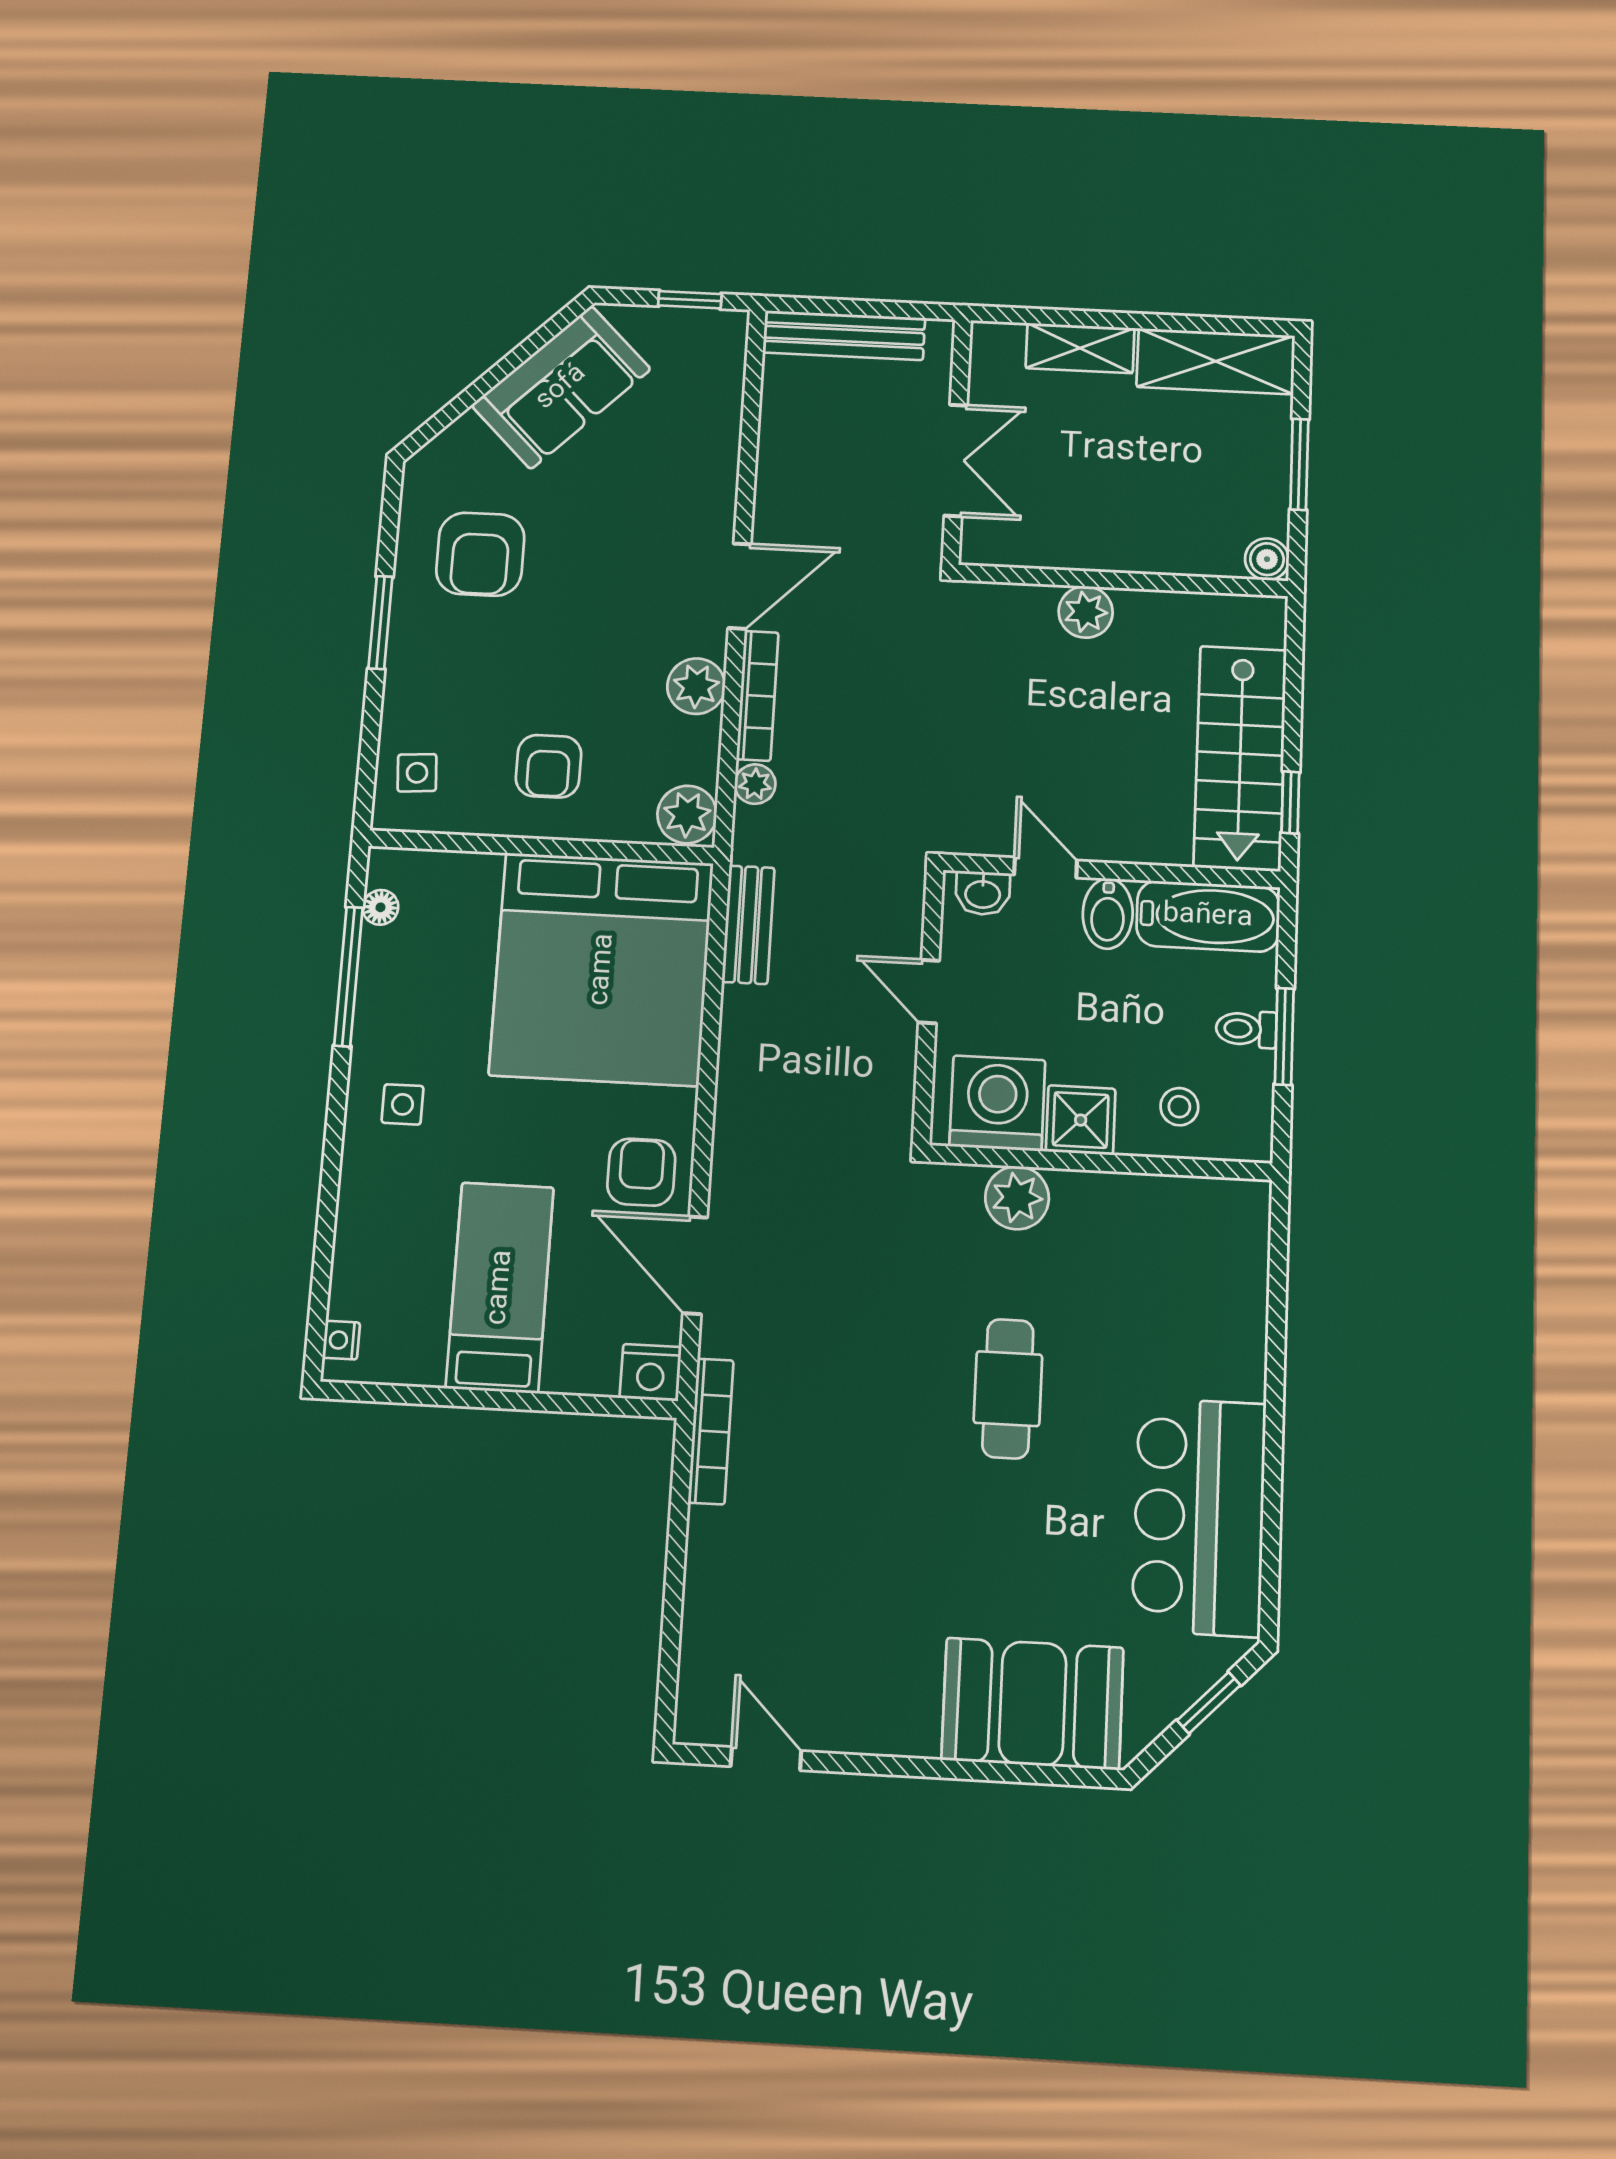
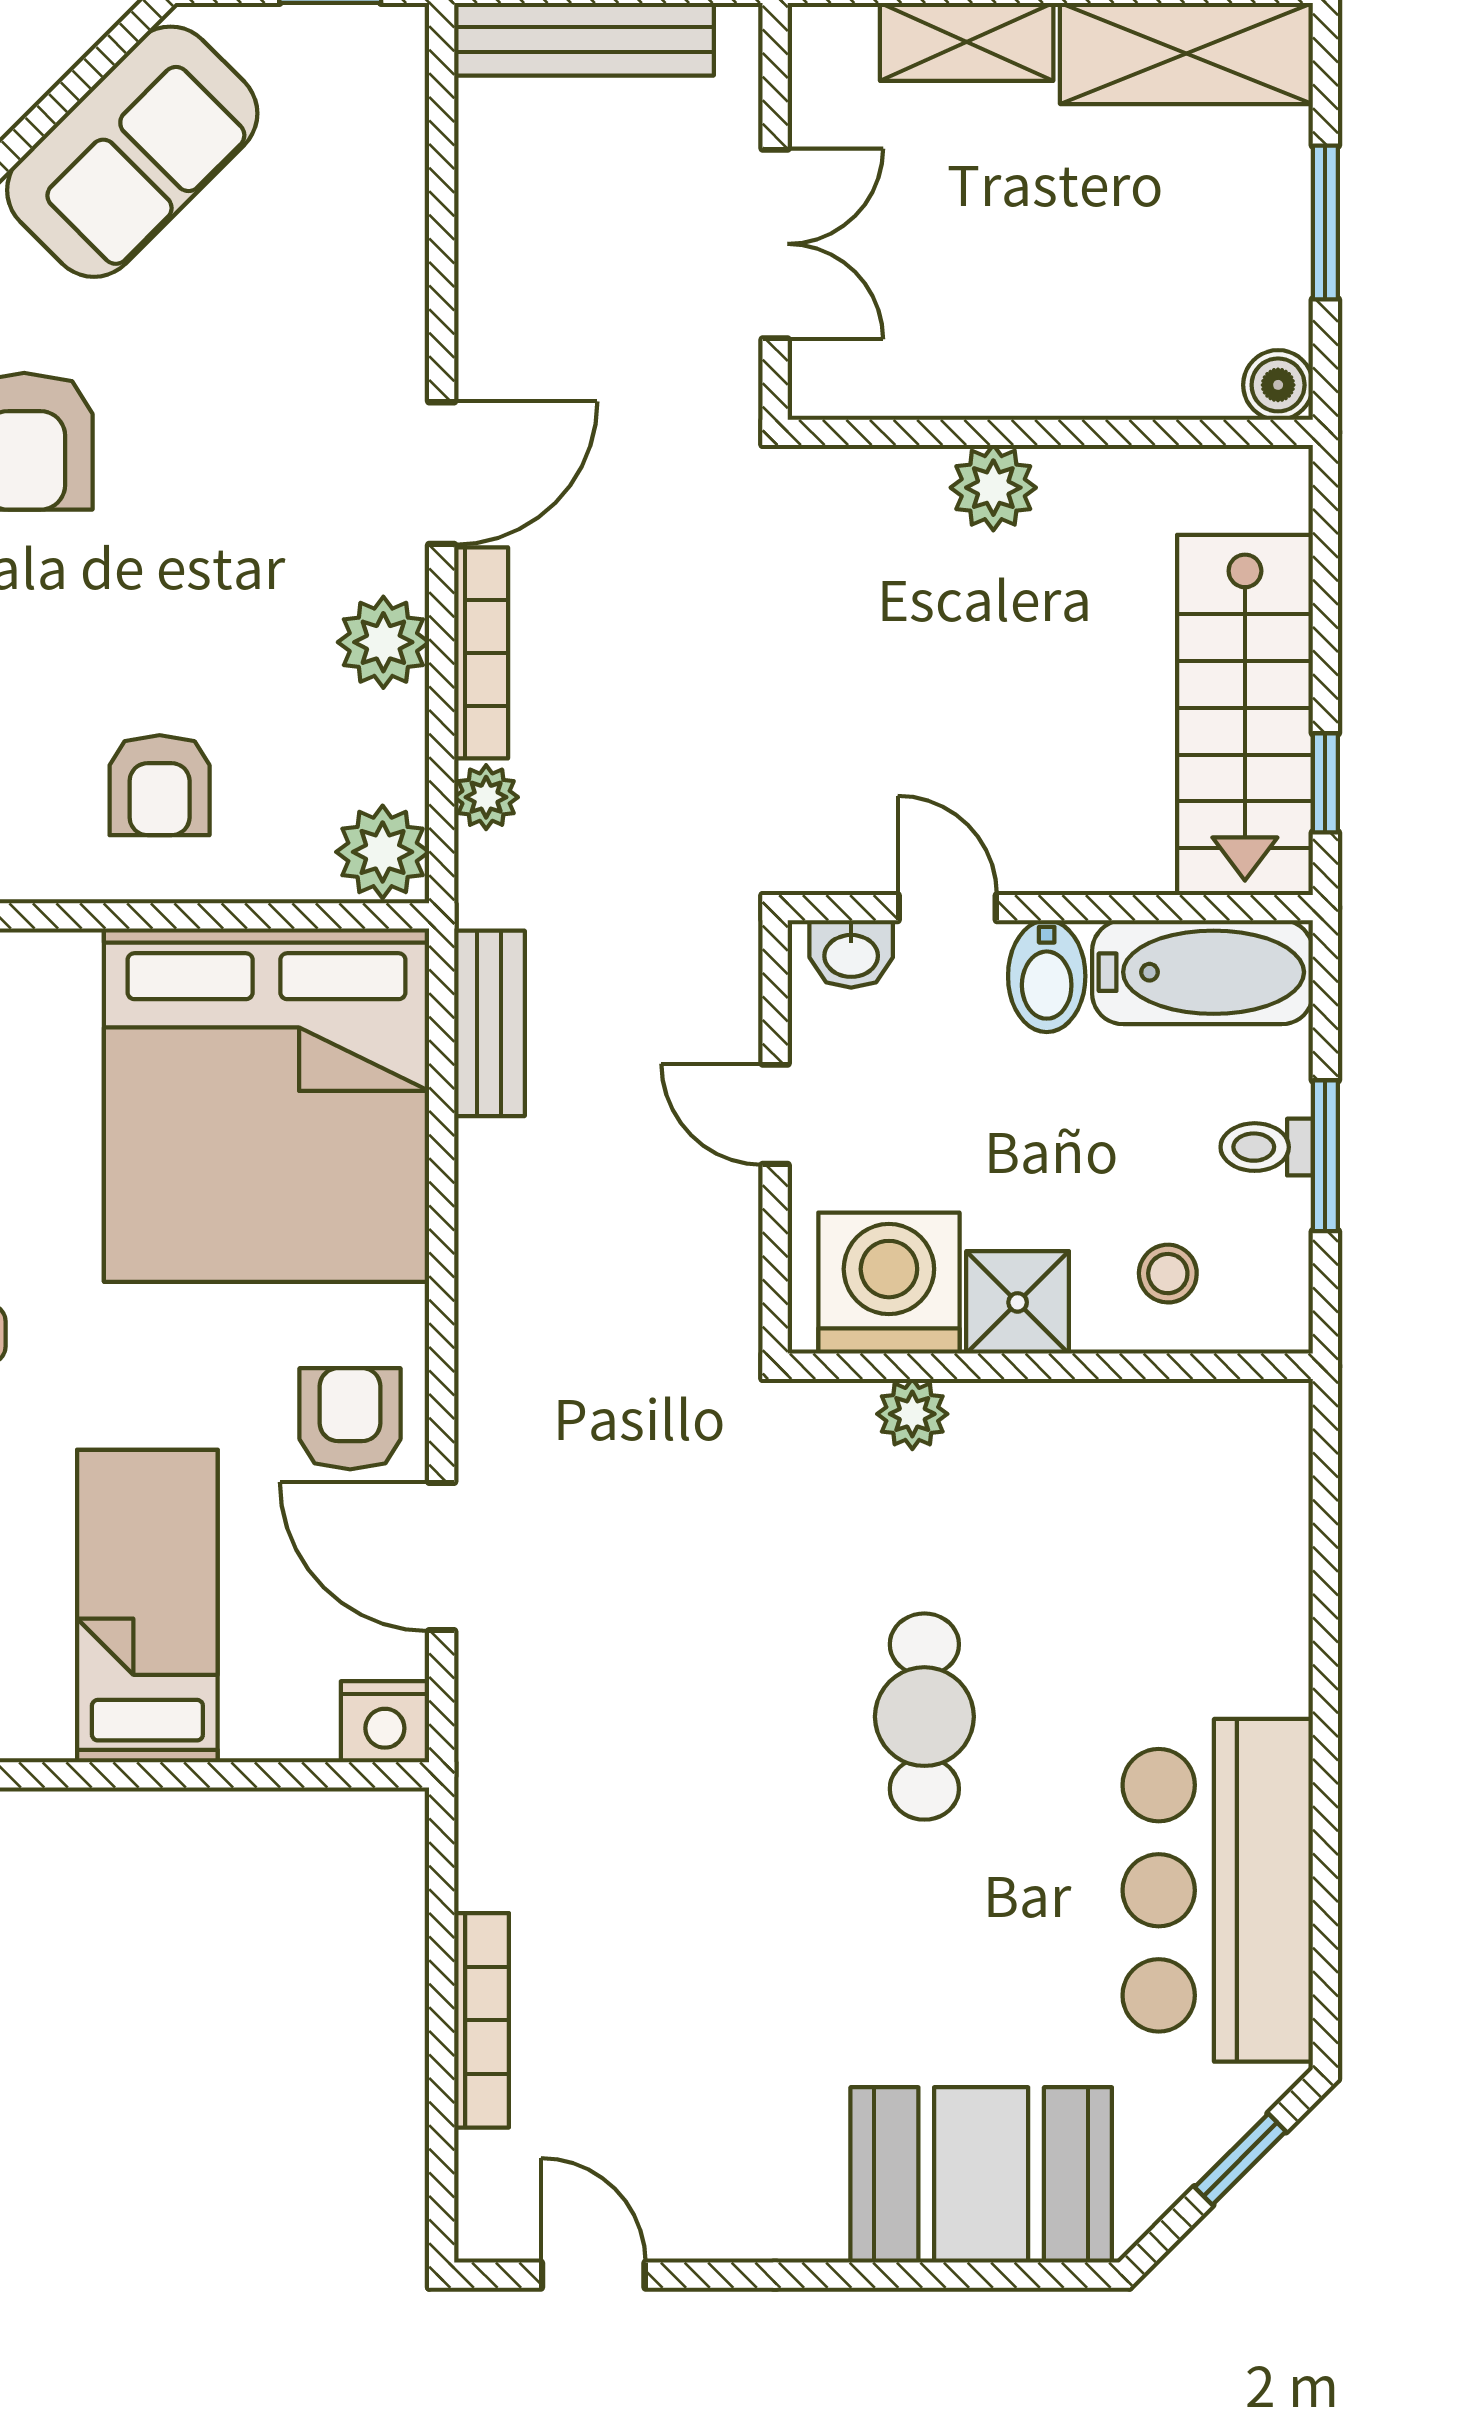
plant: (1017, 1198) -> (912, 1414), width x0.73, depth x0.73
bookcase: (711, 1431) -> (481, 2020), moved

